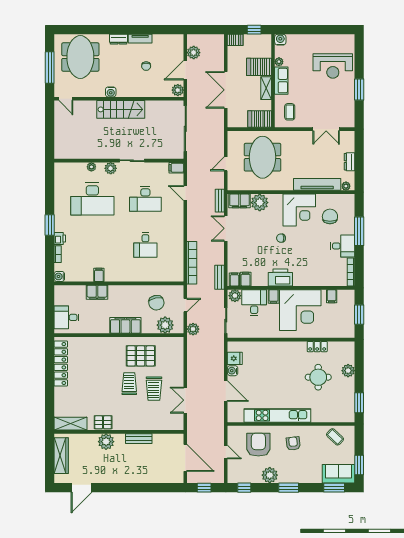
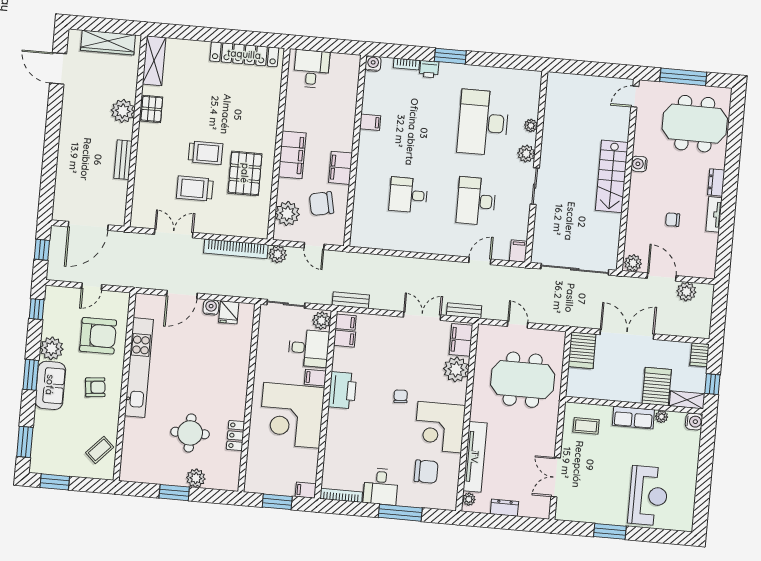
reception desk: (333, 66) -> (648, 496), turned 180
shelving: (266, 88) -> (687, 400), moved
server rack: (260, 119) -> (582, 350), moved, turned 180
bookcase: (192, 263) -> (236, 249), moved
filing cabinet: (97, 292) -> (340, 168), moved
filing cabinet: (332, 296) -> (306, 490), moved
window: (359, 403) -> (174, 493), moved
sofa: (339, 474) -> (50, 385), moved

